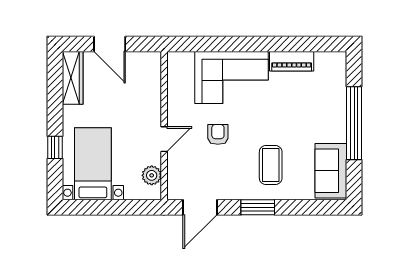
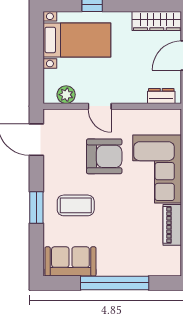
dresser: (153, 73) -> (161, 96), added
armchair: (218, 134) -> (104, 156), width x1.88, depth x1.88
window: (258, 207) -> (36, 208), moved

